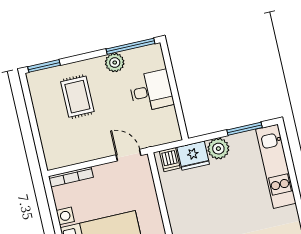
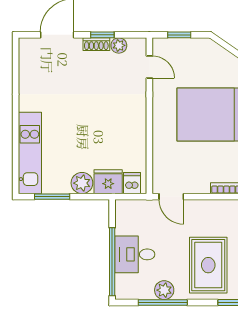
window: (131, 46) -> (163, 302), moved
window: (172, 79) -> (112, 262), added
rug: (77, 97) -> (208, 265), width x1.36, depth x1.43

